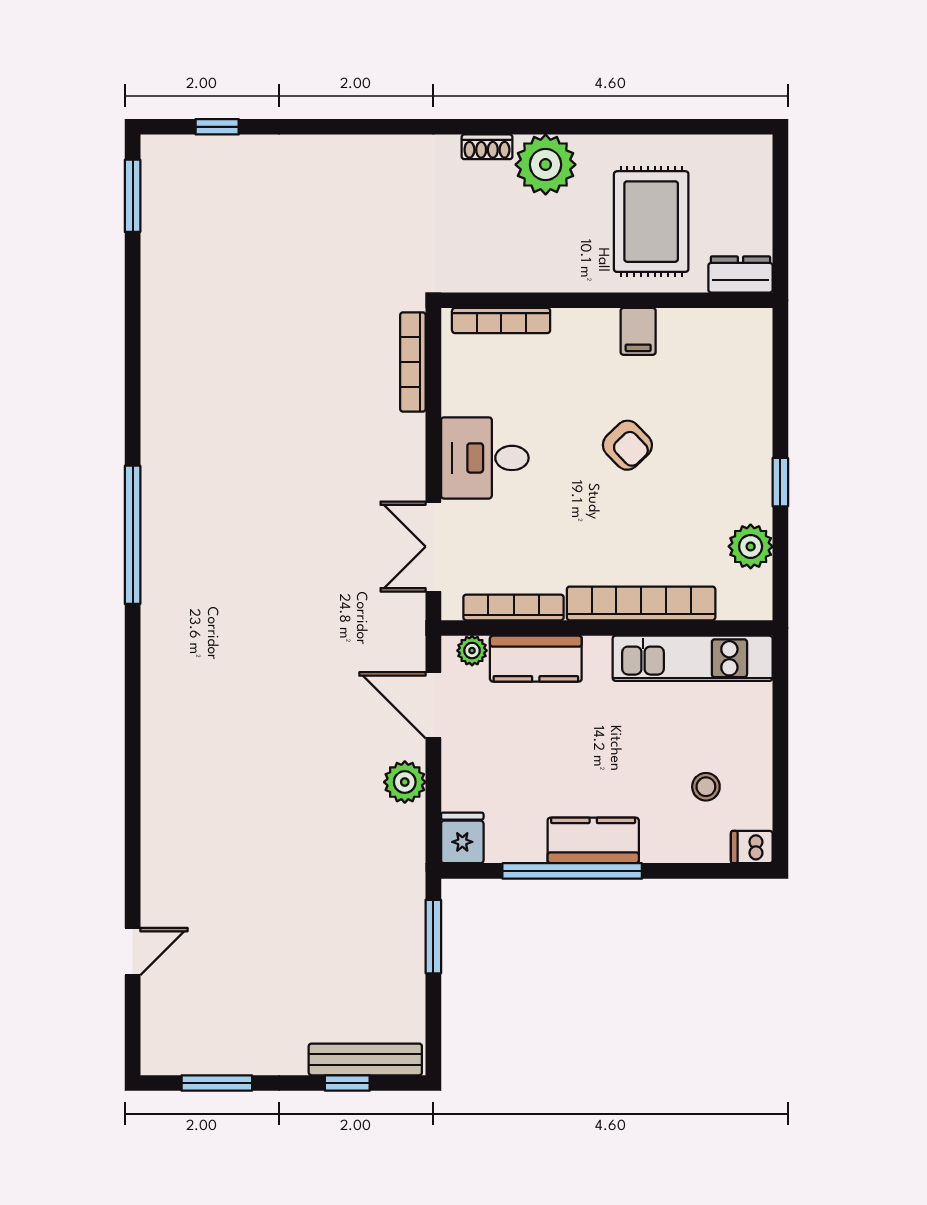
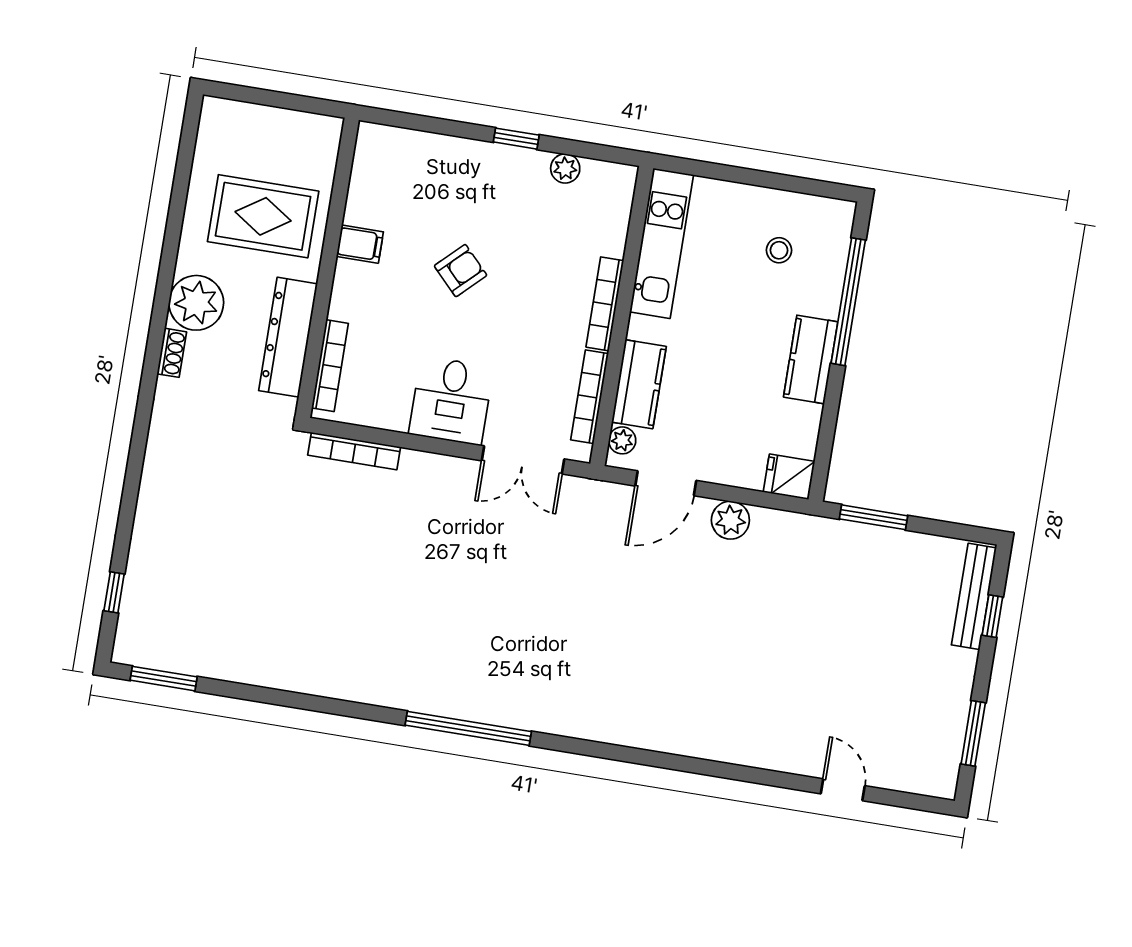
dresser: (740, 274) -> (288, 337), moved, width x1.96, depth x1.24
plant: (751, 546) -> (565, 168), width x0.73, depth x0.73
bookcase: (641, 603) -> (605, 304), width x0.68, depth x0.76
dishwasher: (752, 847) -> (840, 218), removed
window: (572, 871) -> (848, 302), moved

